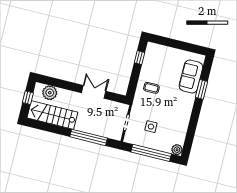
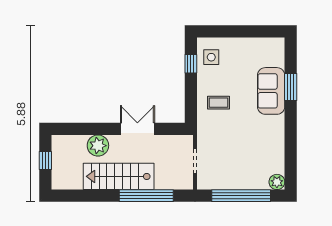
sofa: (191, 77) -> (271, 91), moved
plant: (50, 93) -> (98, 146), moved
stairs: (52, 115) -> (119, 176), moved
side table: (151, 127) -> (211, 57), moved

